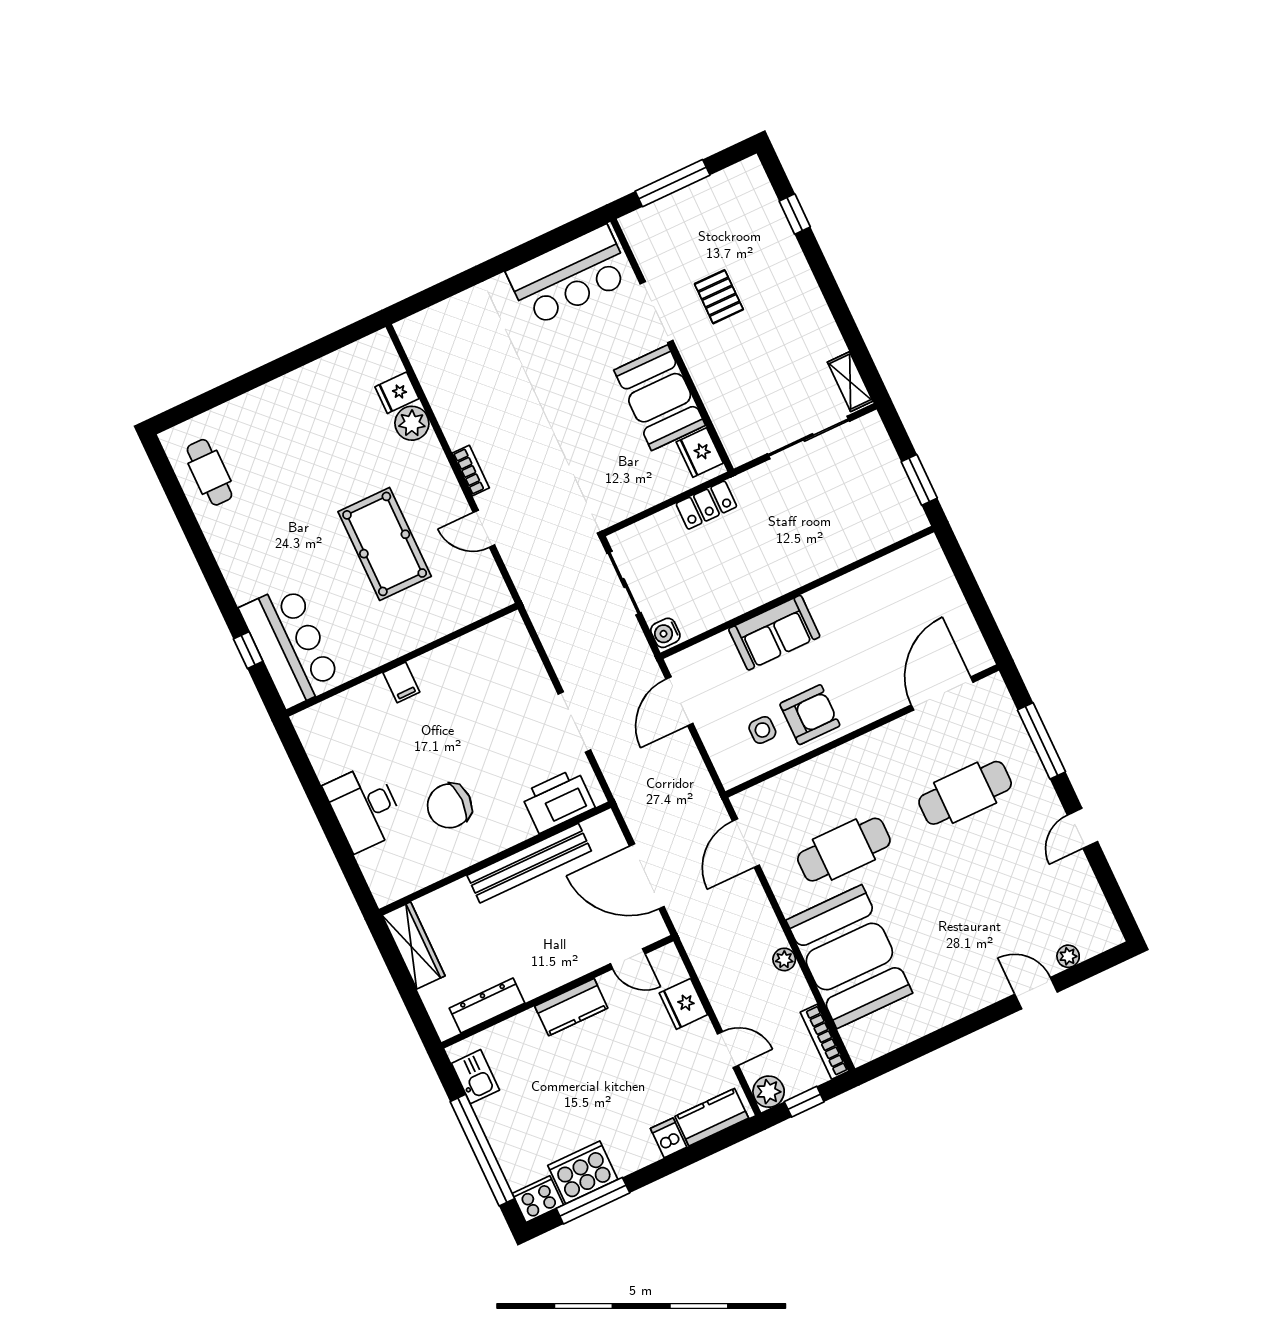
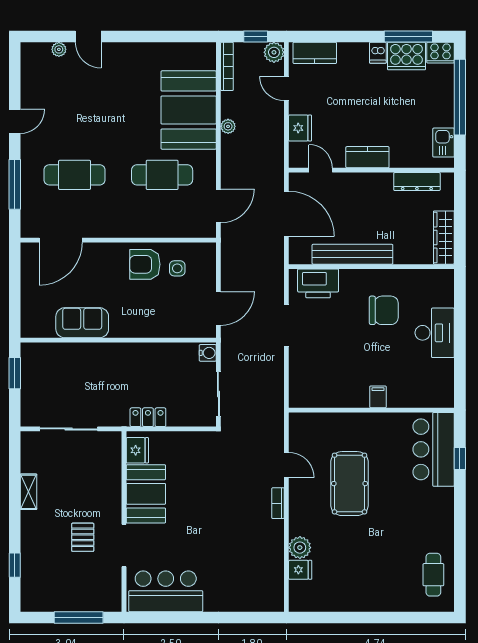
shelving: (850, 382) -> (29, 492), moved
sofa: (774, 633) -> (82, 323), moved
dishwasher: (669, 1138) -> (378, 53), moved

